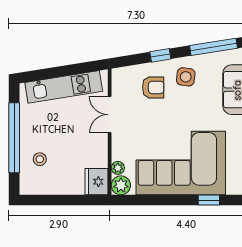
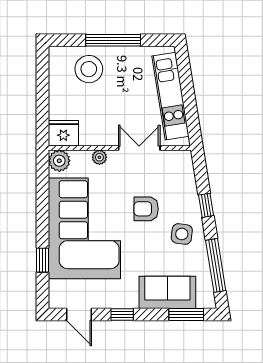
armchair: (153, 87) -> (146, 209), moved, turned 90
window: (14, 138) -> (113, 40), width x0.68
stool: (40, 159) -> (89, 69), width x1.89, depth x1.89
plant: (118, 168) -> (99, 157), moved

